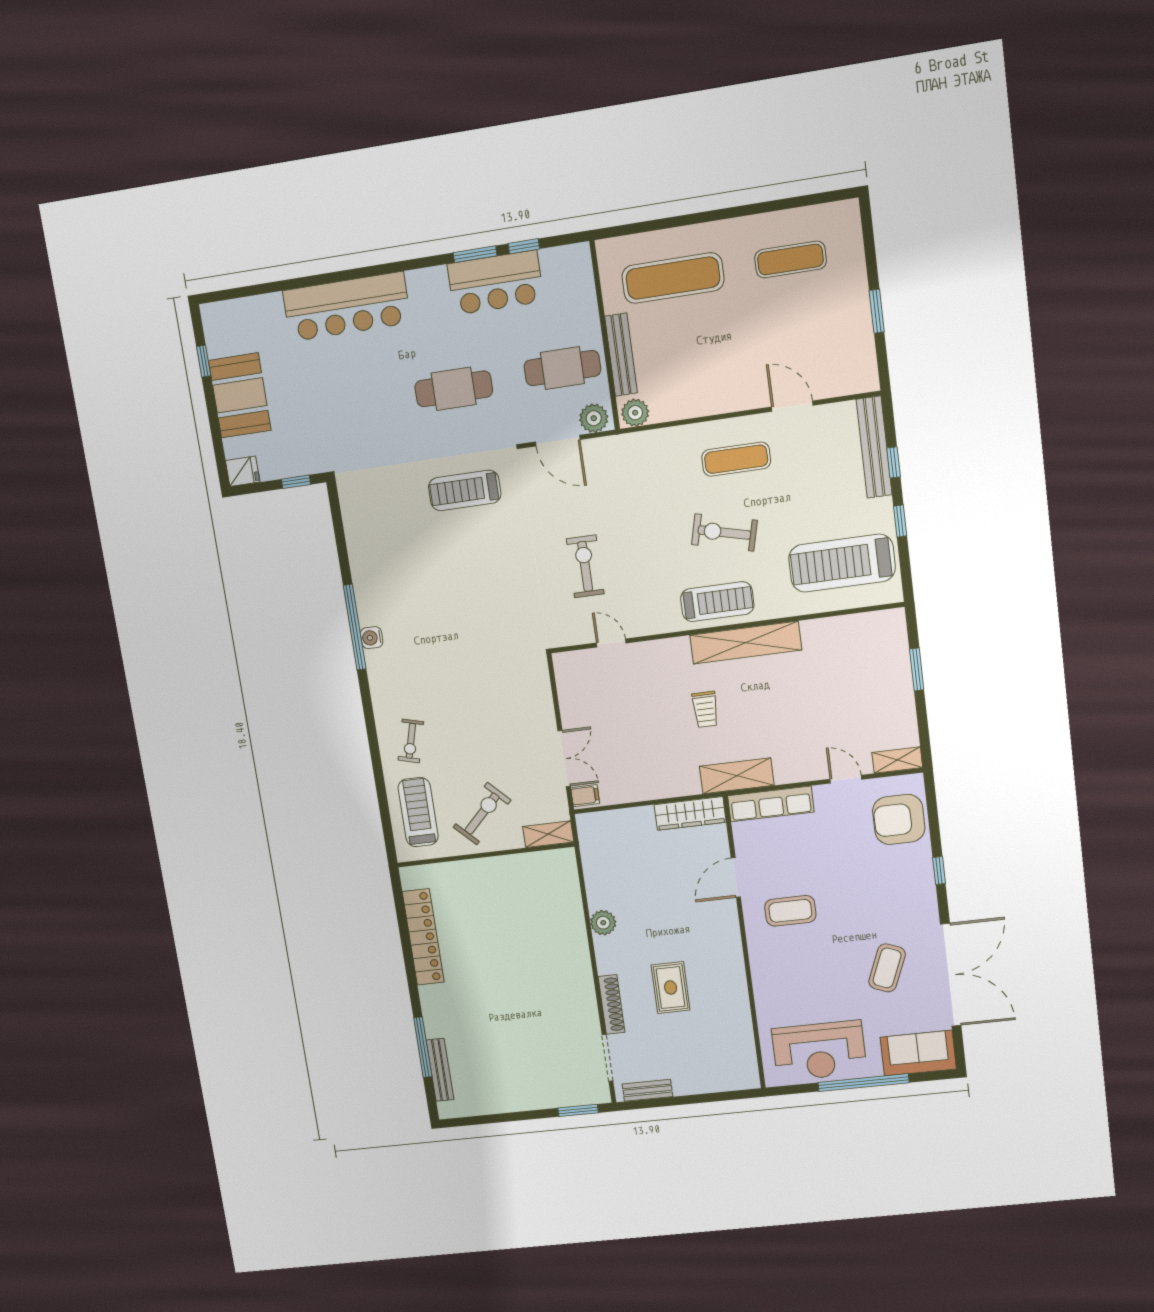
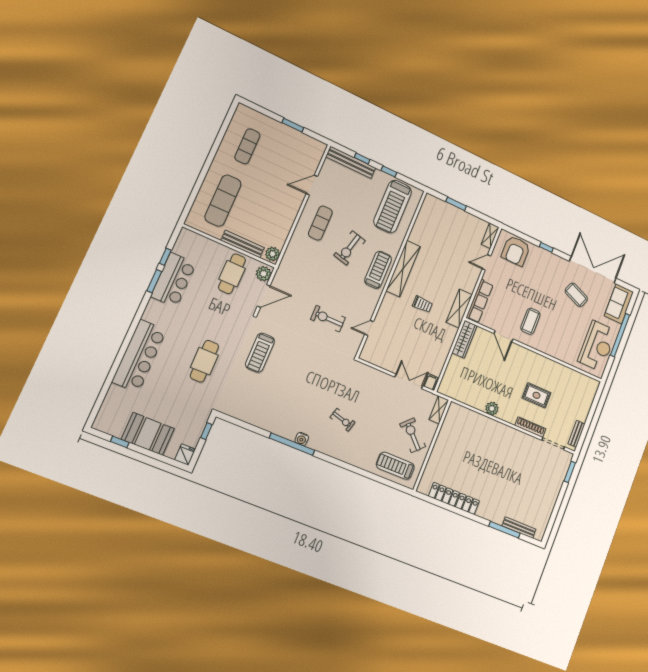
cafe table: (454, 389) -> (204, 361), moved
exercise bike: (411, 741) -> (343, 420), moved

